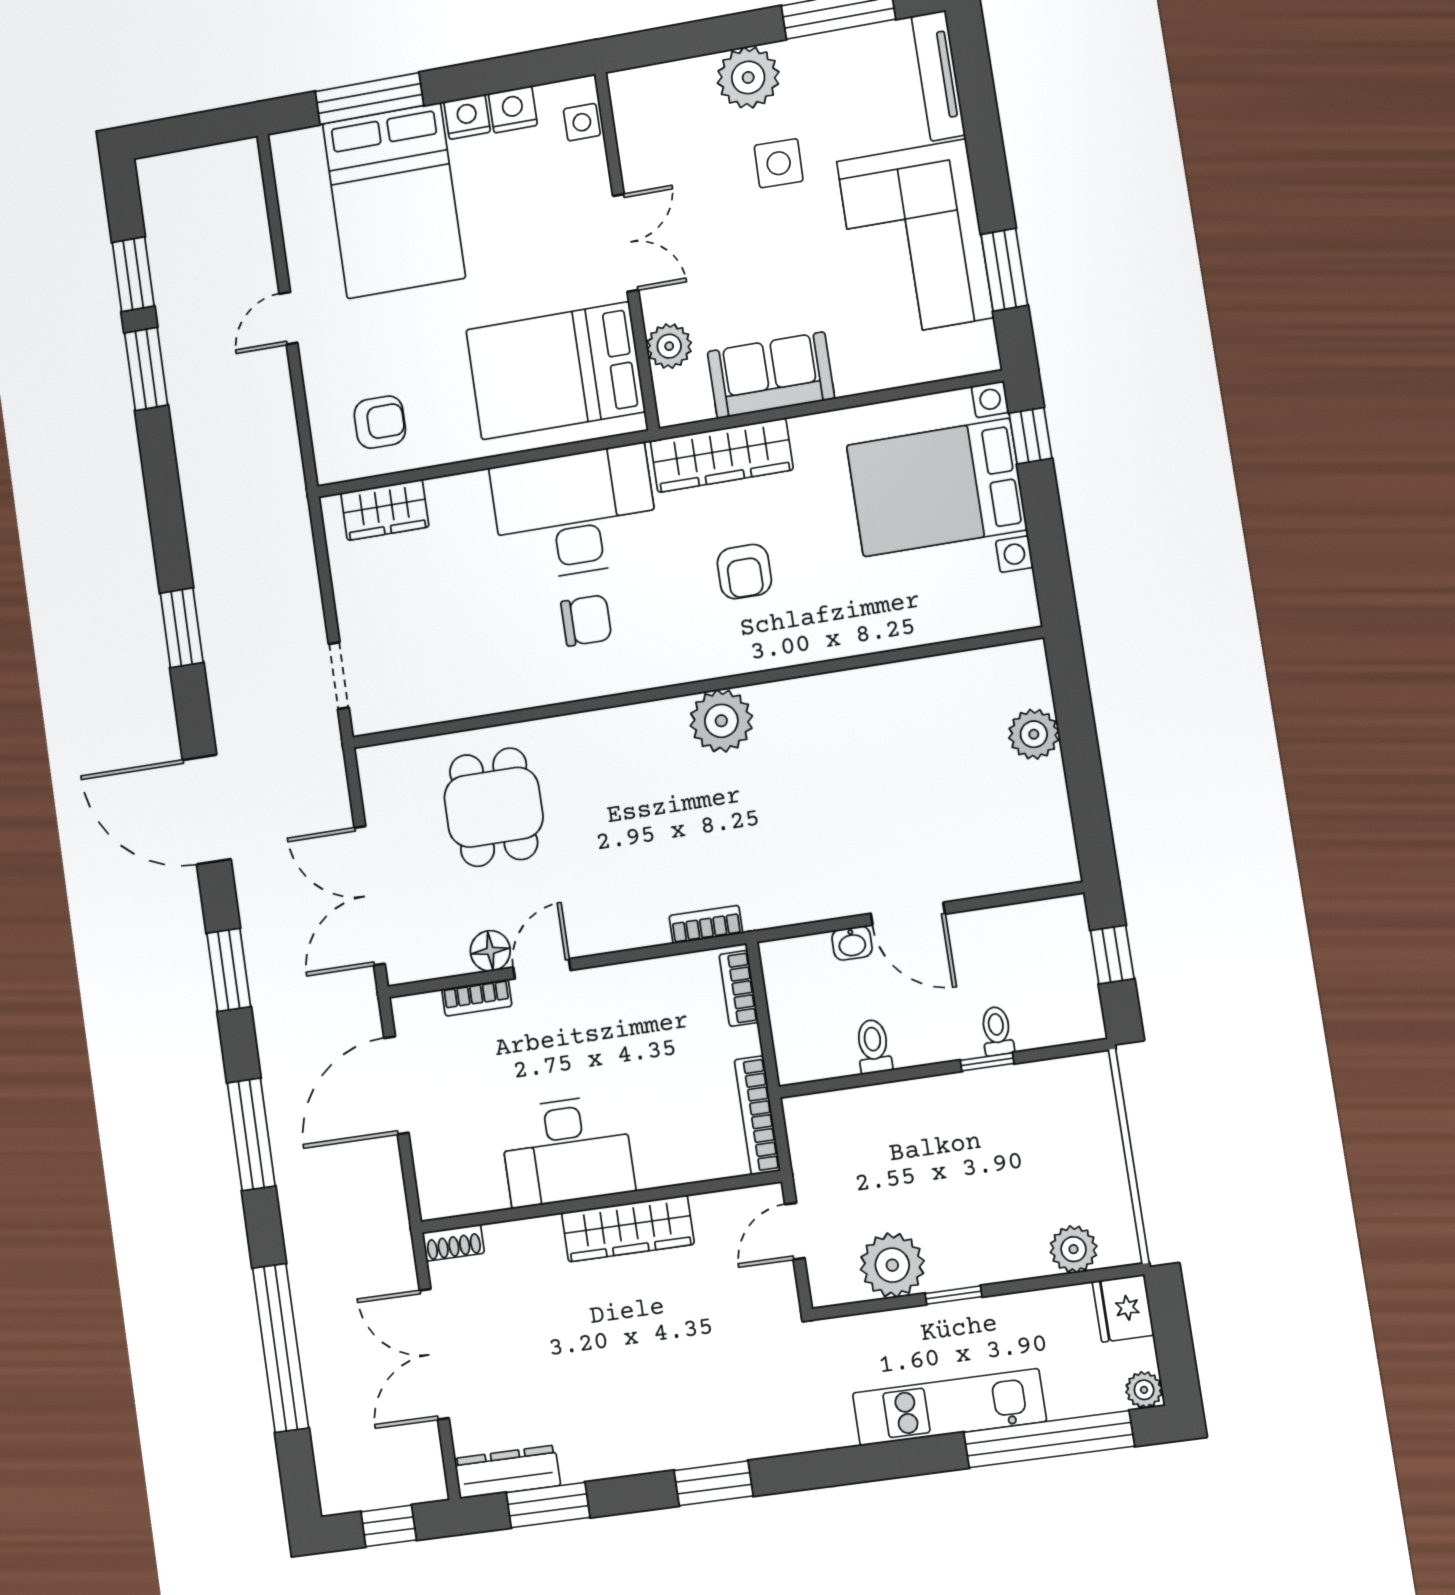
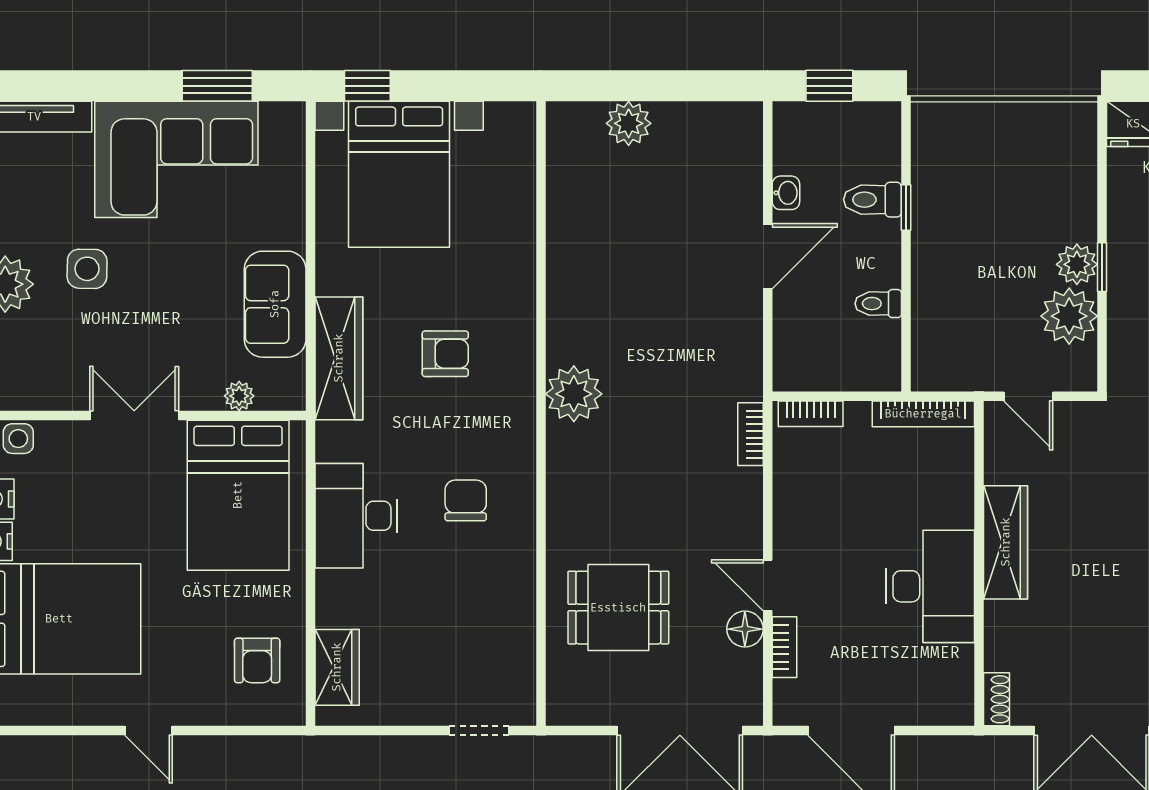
plant: (669, 346) -> (239, 396), width x0.73, depth x0.73
armchair: (380, 422) -> (257, 660), turned 180
desk: (575, 513) -> (356, 516), width x0.73, depth x0.77
washbasin: (852, 943) -> (786, 193), moved
toilet: (997, 1031) -> (873, 200), width x1.37, depth x1.39
plant: (1074, 1249) -> (1077, 264), moved

